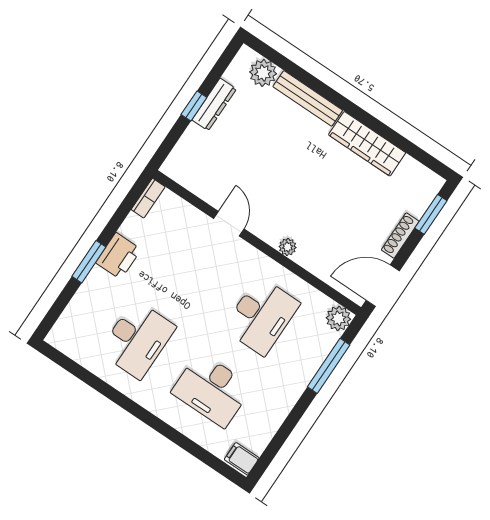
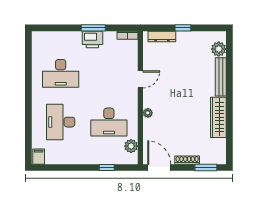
dresser: (214, 104) -> (162, 37), moved
window: (89, 262) -> (93, 28), moved
plant: (338, 318) -> (131, 146), moved
window: (329, 366) -> (107, 167), width x0.46

